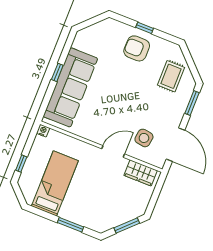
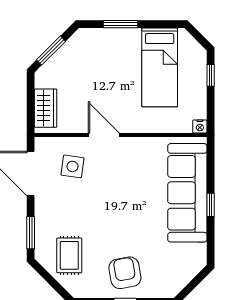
armchair: (137, 48) -> (125, 273), turned -100
door: (113, 151) -> (104, 135), swing flipped
wardrobe: (141, 173) -> (46, 108), moved, turned 90

